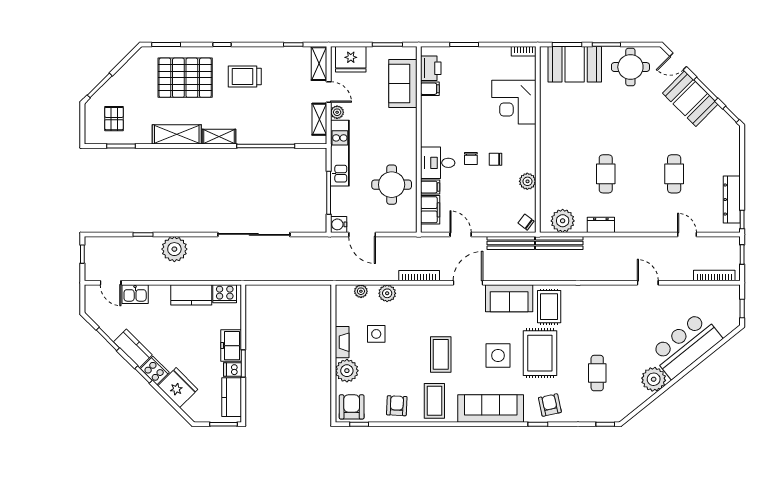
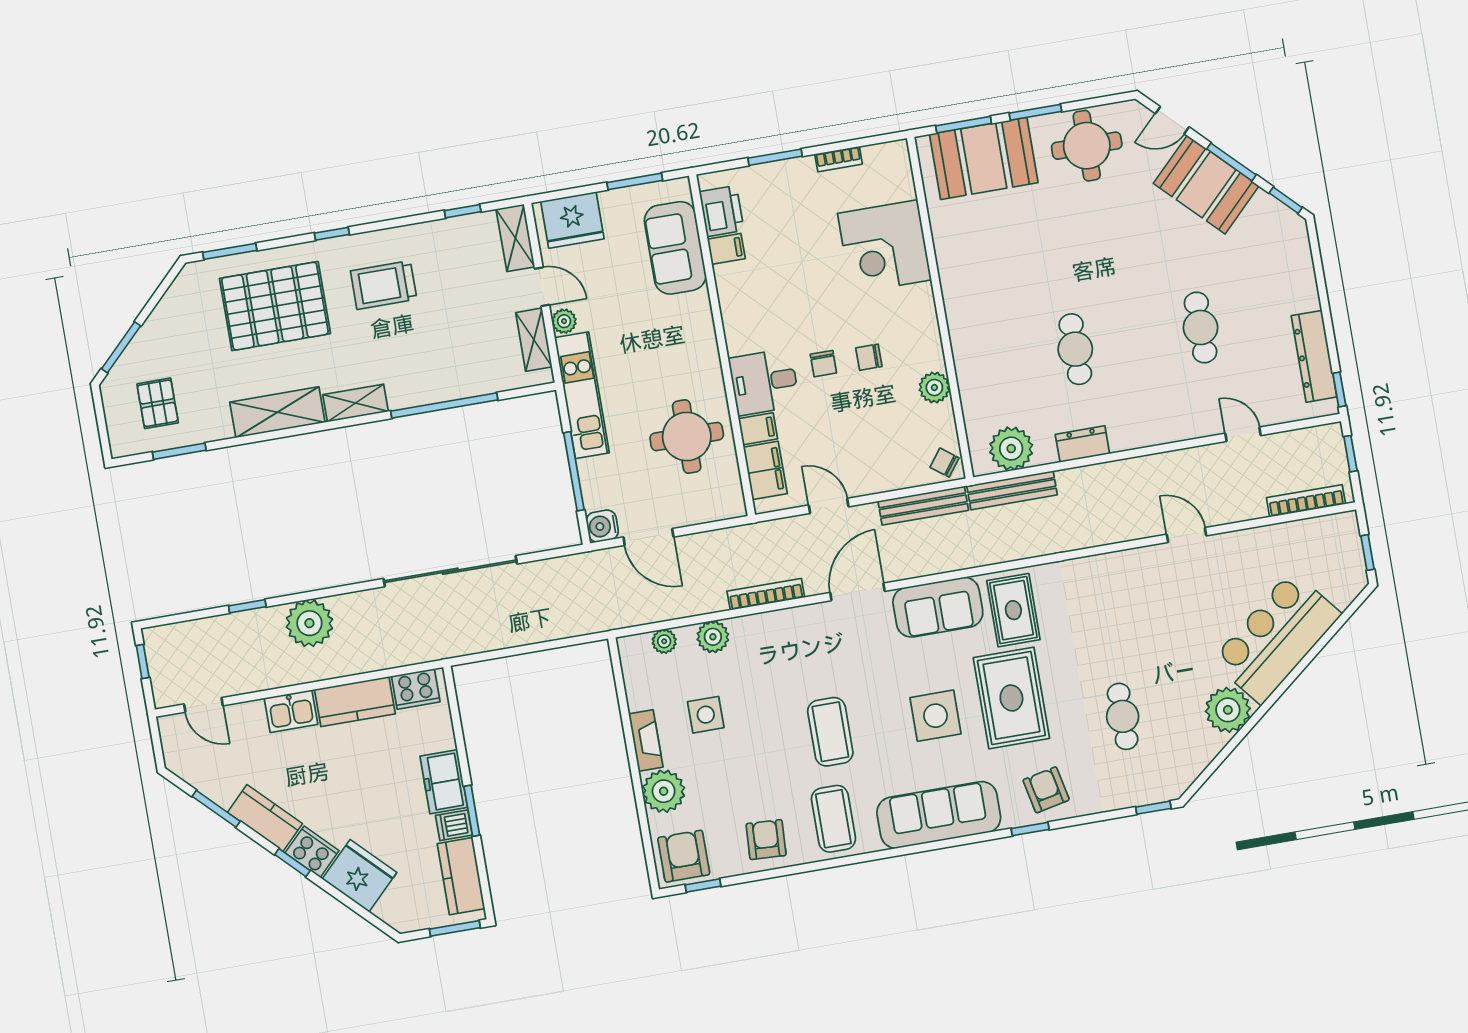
bookcase: (524, 51) -> (839, 159), moved
kitchen sink: (135, 294) -> (291, 711), moved

